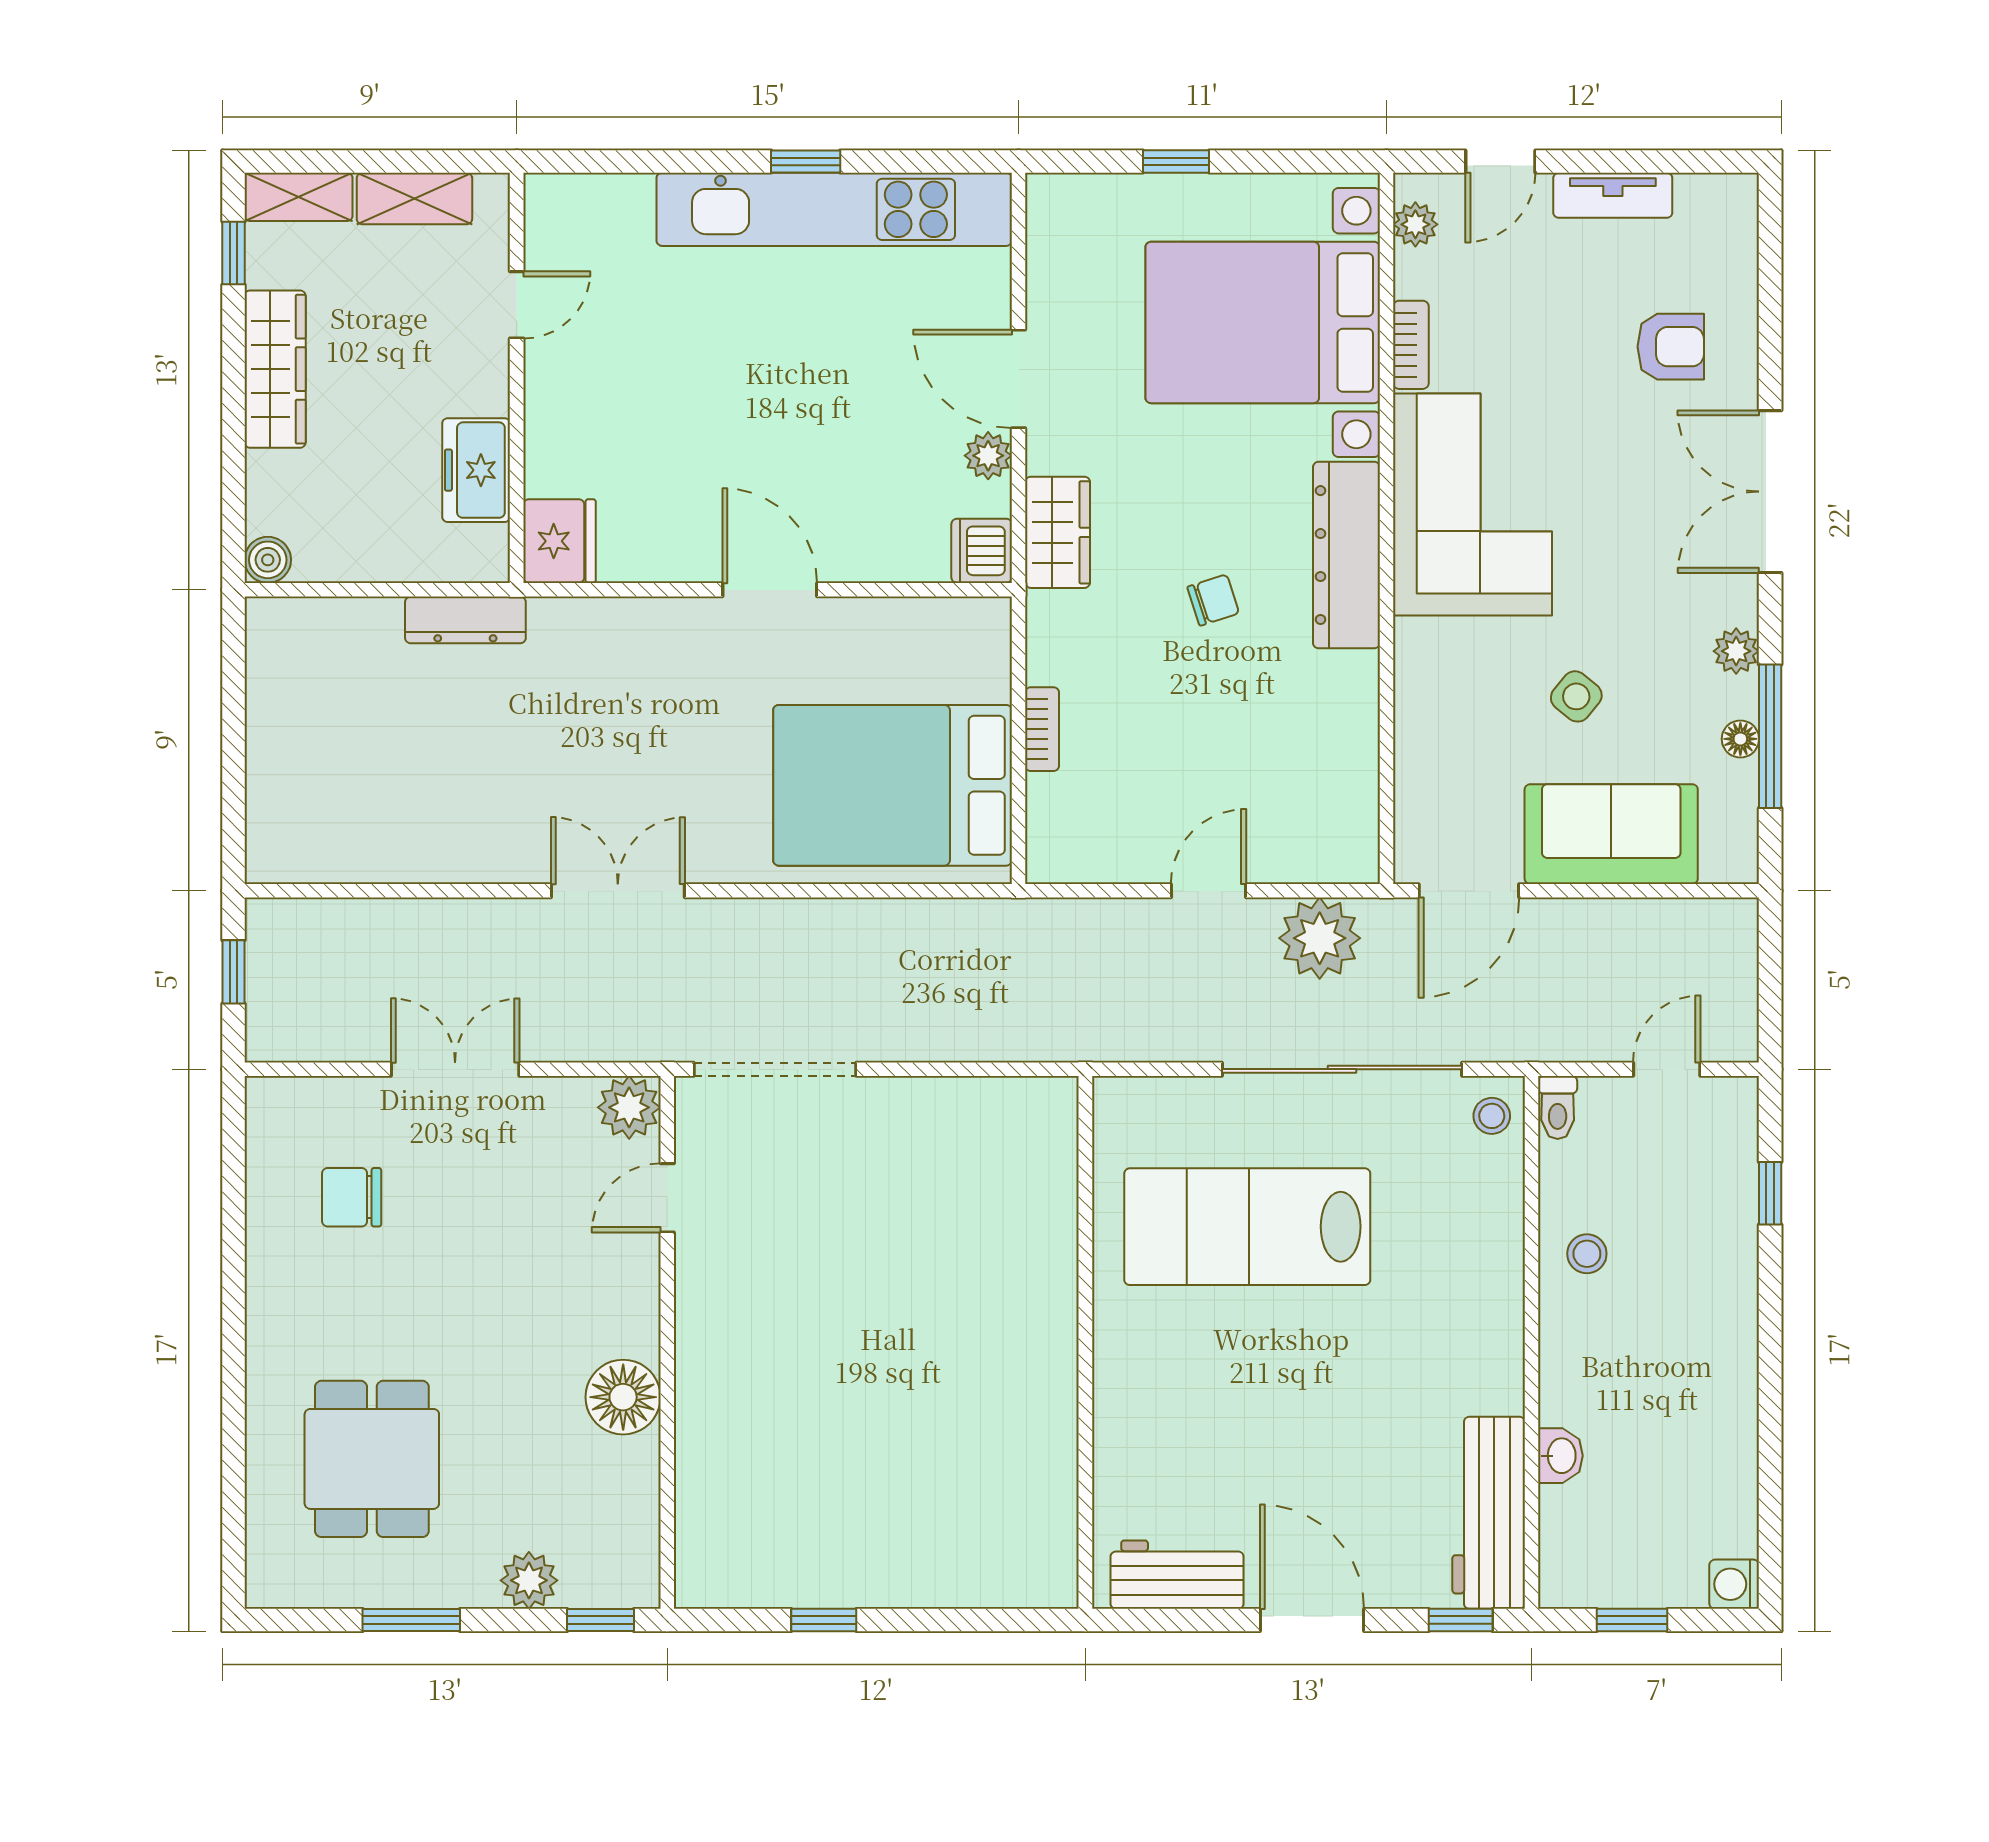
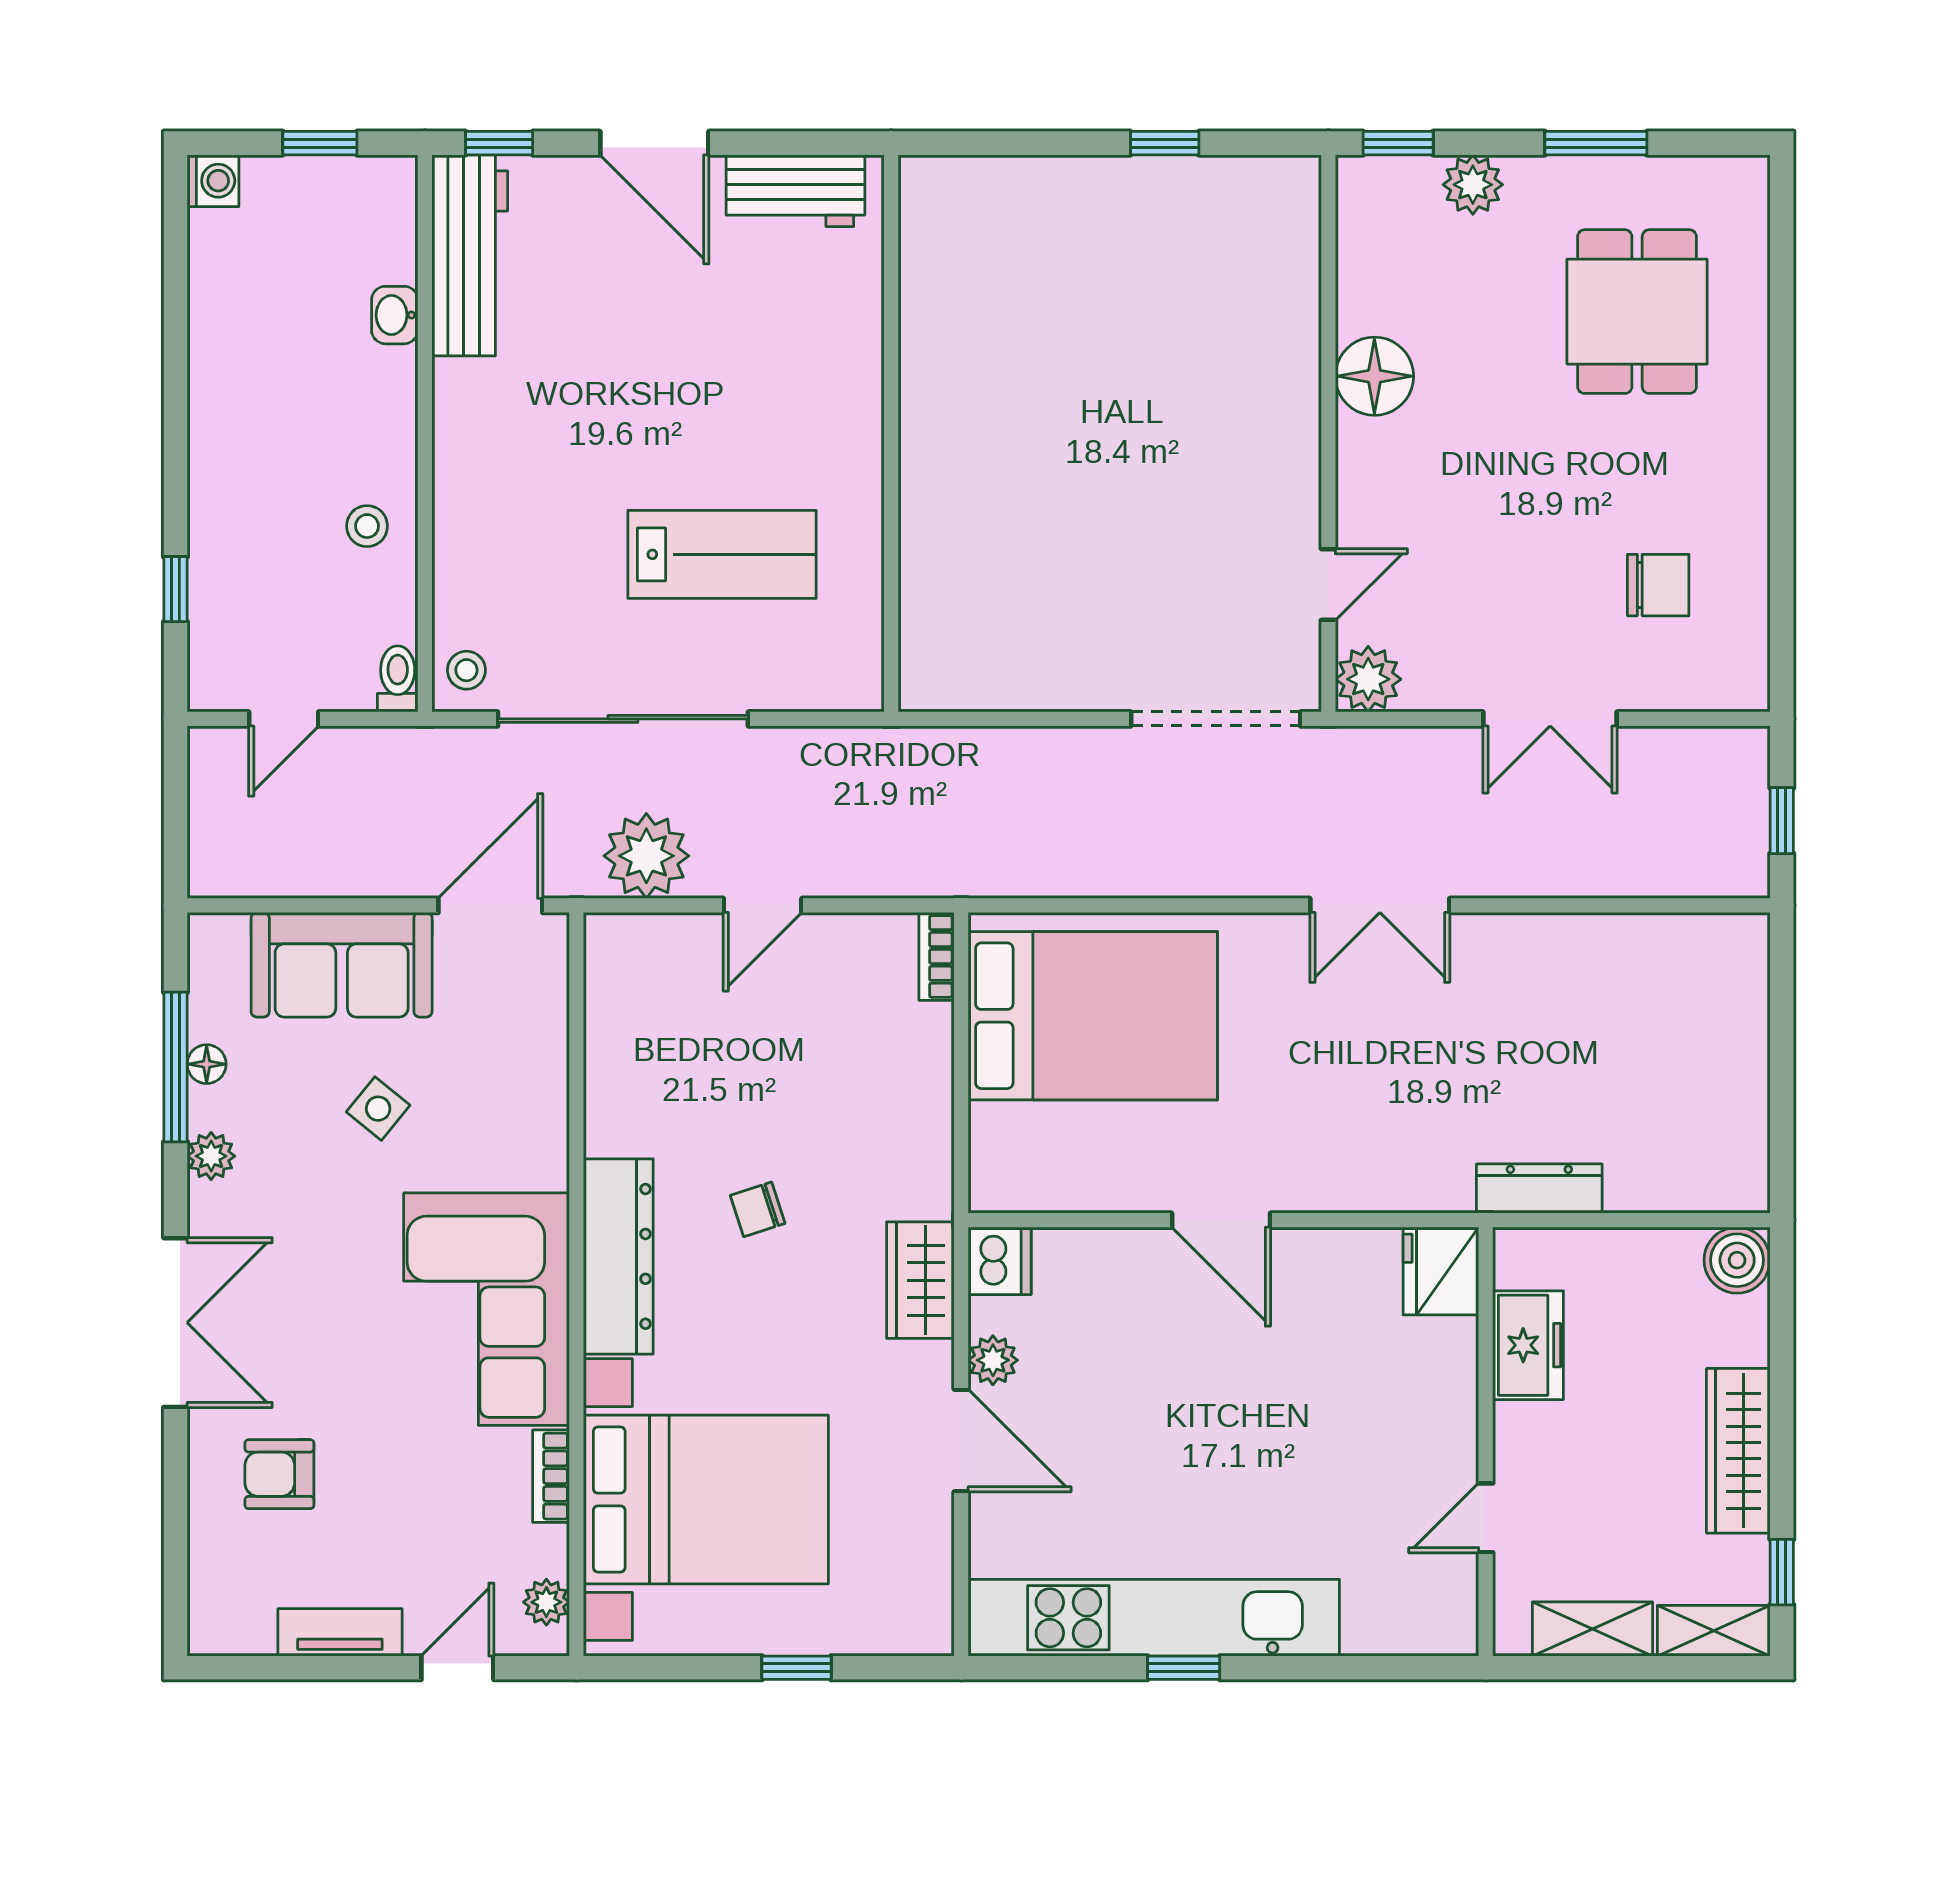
boiler: (268, 560) -> (1737, 1260), width x1.36, depth x1.36
bookcase: (1042, 729) -> (937, 956), moved
lab bench: (1247, 1227) -> (722, 554), width x0.73, depth x0.72

